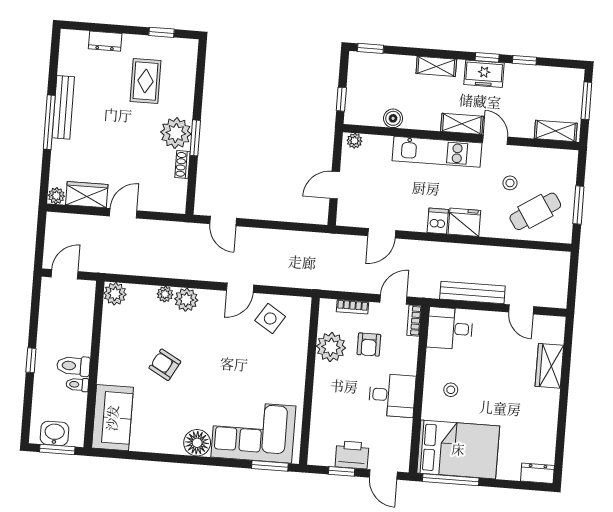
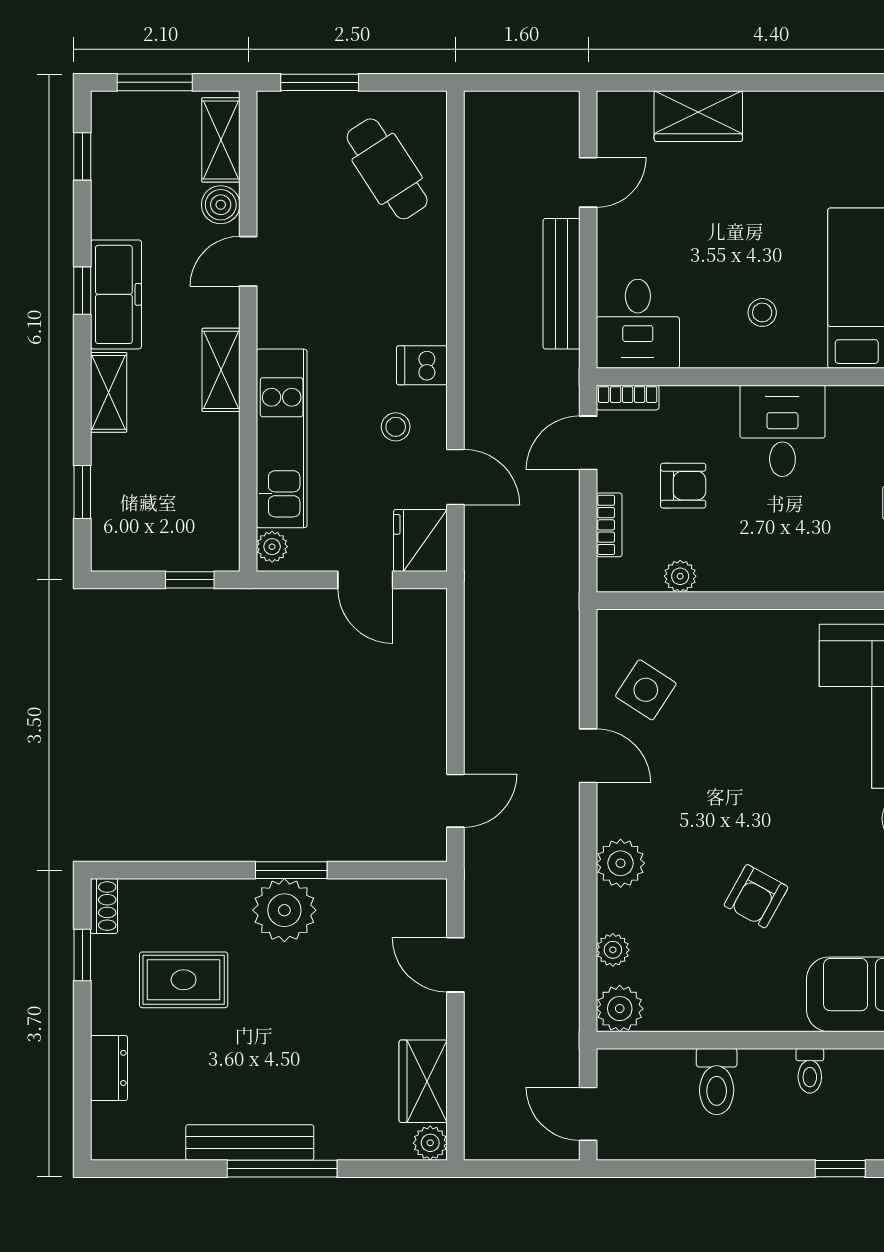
window: (370, 48) -> (82, 492), moved
window: (524, 60) -> (82, 156), moved
freezer: (484, 74) -> (116, 294), width x1.40
boiler: (393, 118) -> (221, 205), moved
shelving: (462, 124) -> (221, 370), moved
kitchen unit: (437, 152) -> (282, 438), moved
shoe rack: (182, 164) -> (104, 906), moved, turned -90
stool: (510, 183) -> (396, 427), moved
window: (578, 205) -> (320, 82), moved
door: (123, 213) -> (455, 965), moved
fridge: (464, 222) -> (420, 541), moved
plant: (165, 294) -> (613, 950), moved
door: (393, 300) -> (588, 443), hinge flipped
plant: (331, 347) -> (680, 576), width x0.53, depth x0.53
window: (31, 360) -> (840, 1169), moved
toilet: (73, 366) -> (717, 1082), moved

